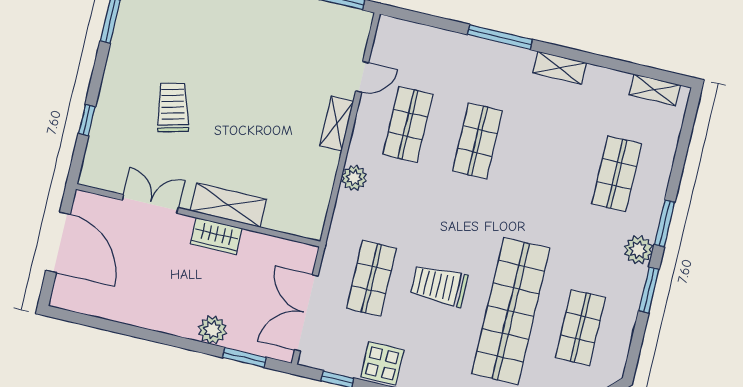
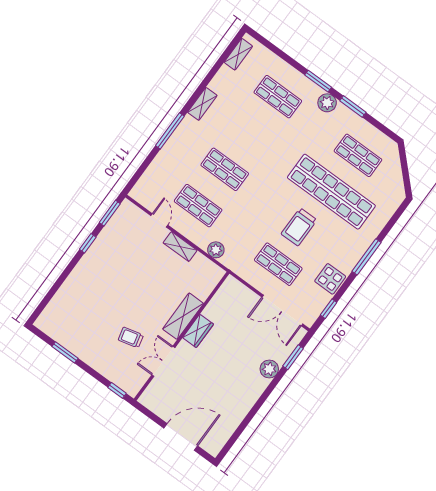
trolley: (173, 108) -> (131, 337), width x0.73, depth x0.72
double door: (150, 204) -> (163, 361), moved
shelving: (228, 205) -> (183, 316), moved
wall: (198, 215) -> (182, 336), moved
wardrobe: (216, 236) -> (198, 331), moved

